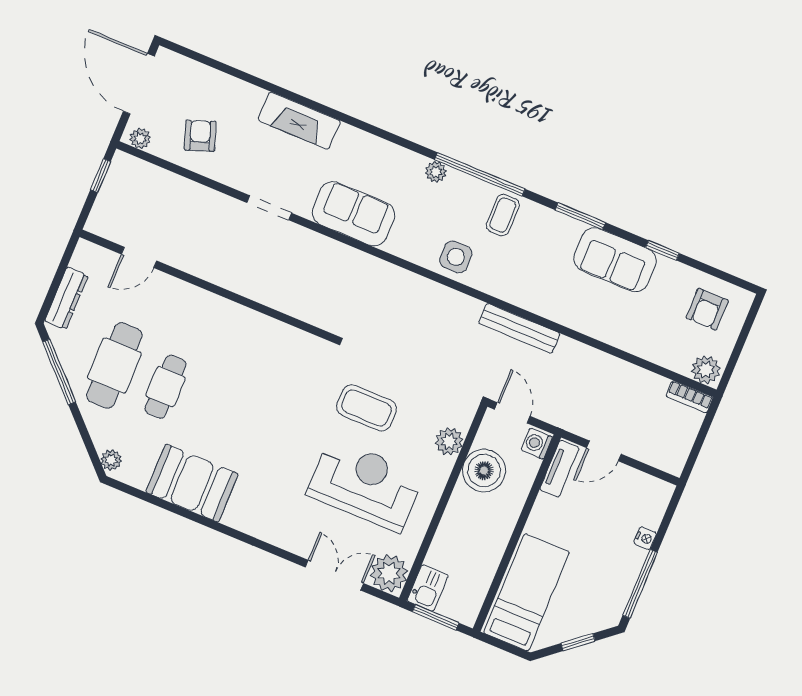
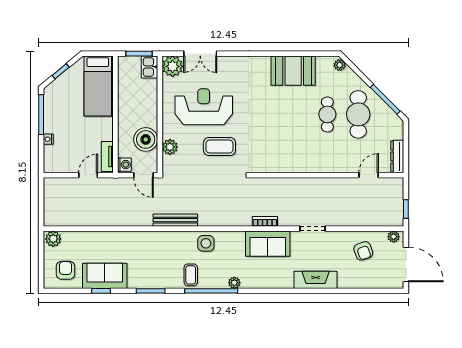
sofa: (615, 260) -> (105, 276), moved
dresser: (66, 298) -> (397, 156), moved
bench: (519, 328) -> (175, 220), moved
bookcase: (689, 397) -> (265, 221), moved
reception desk: (365, 485) -> (204, 107), turned 180

